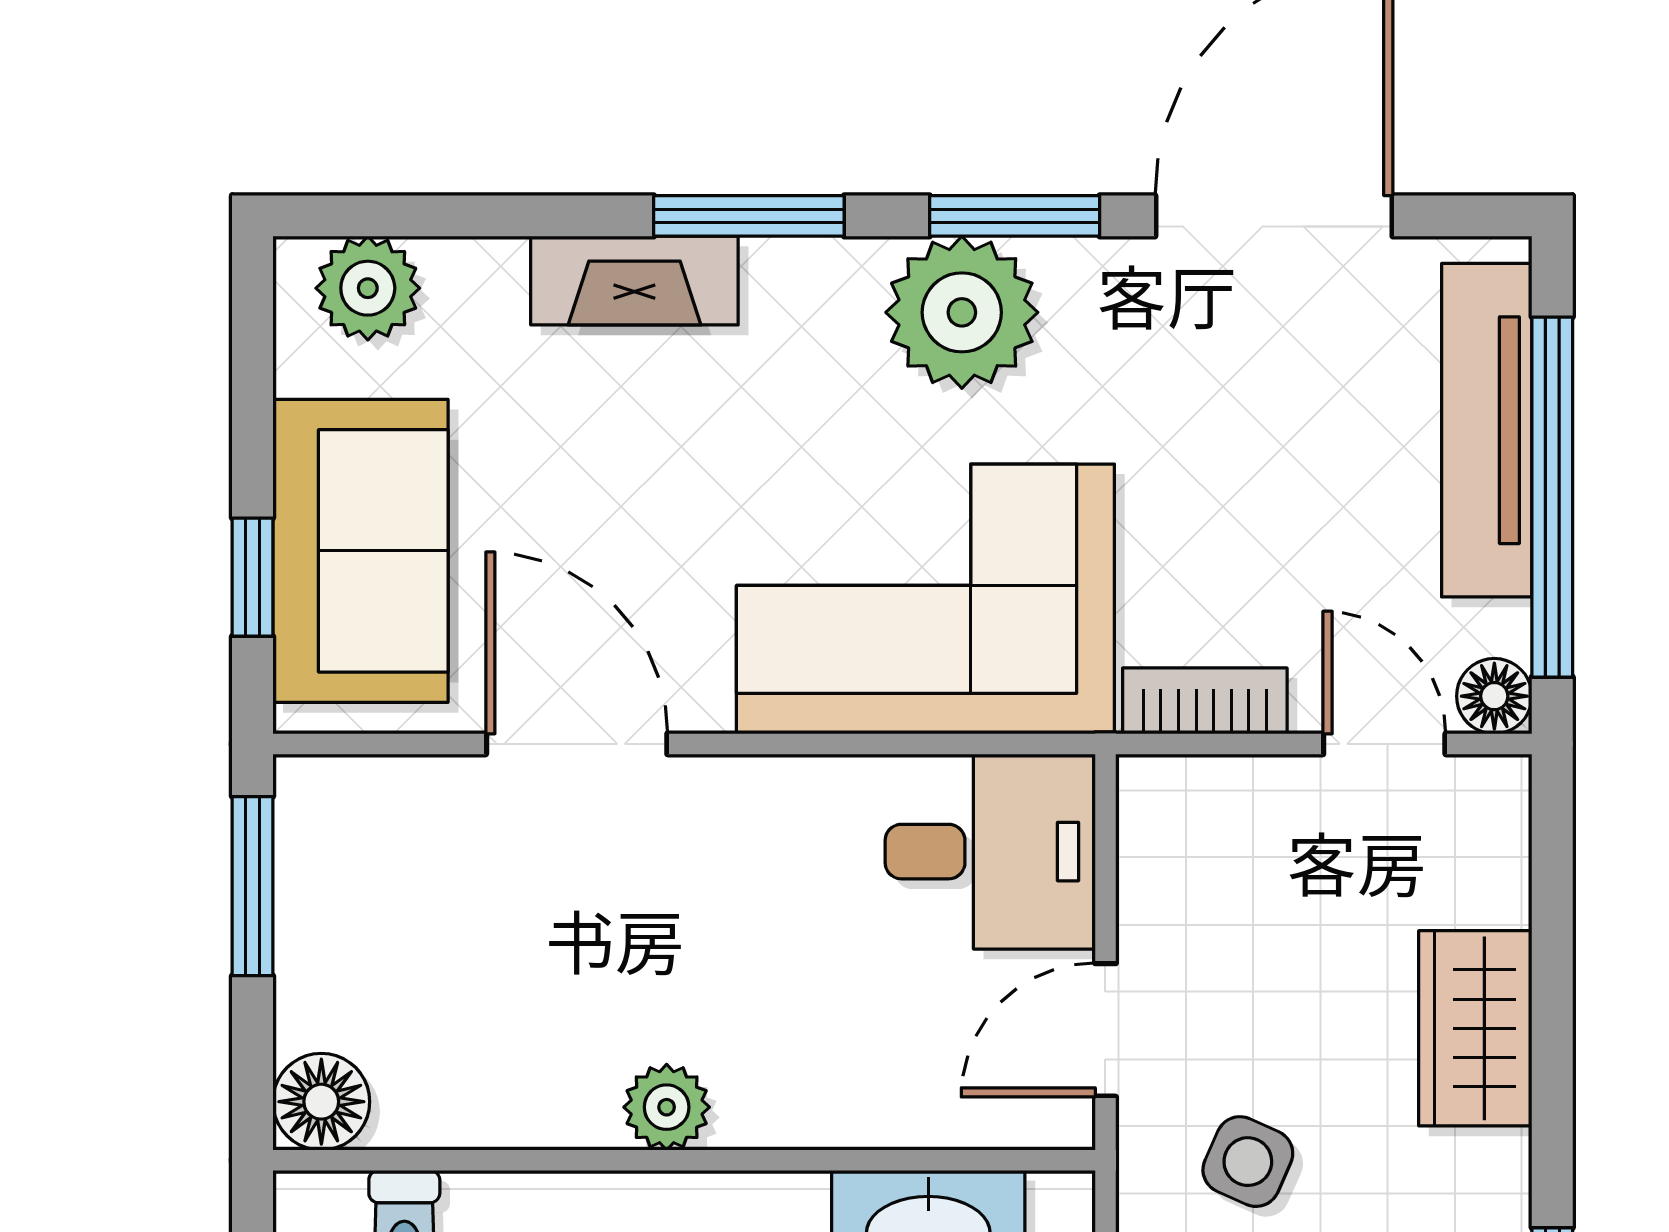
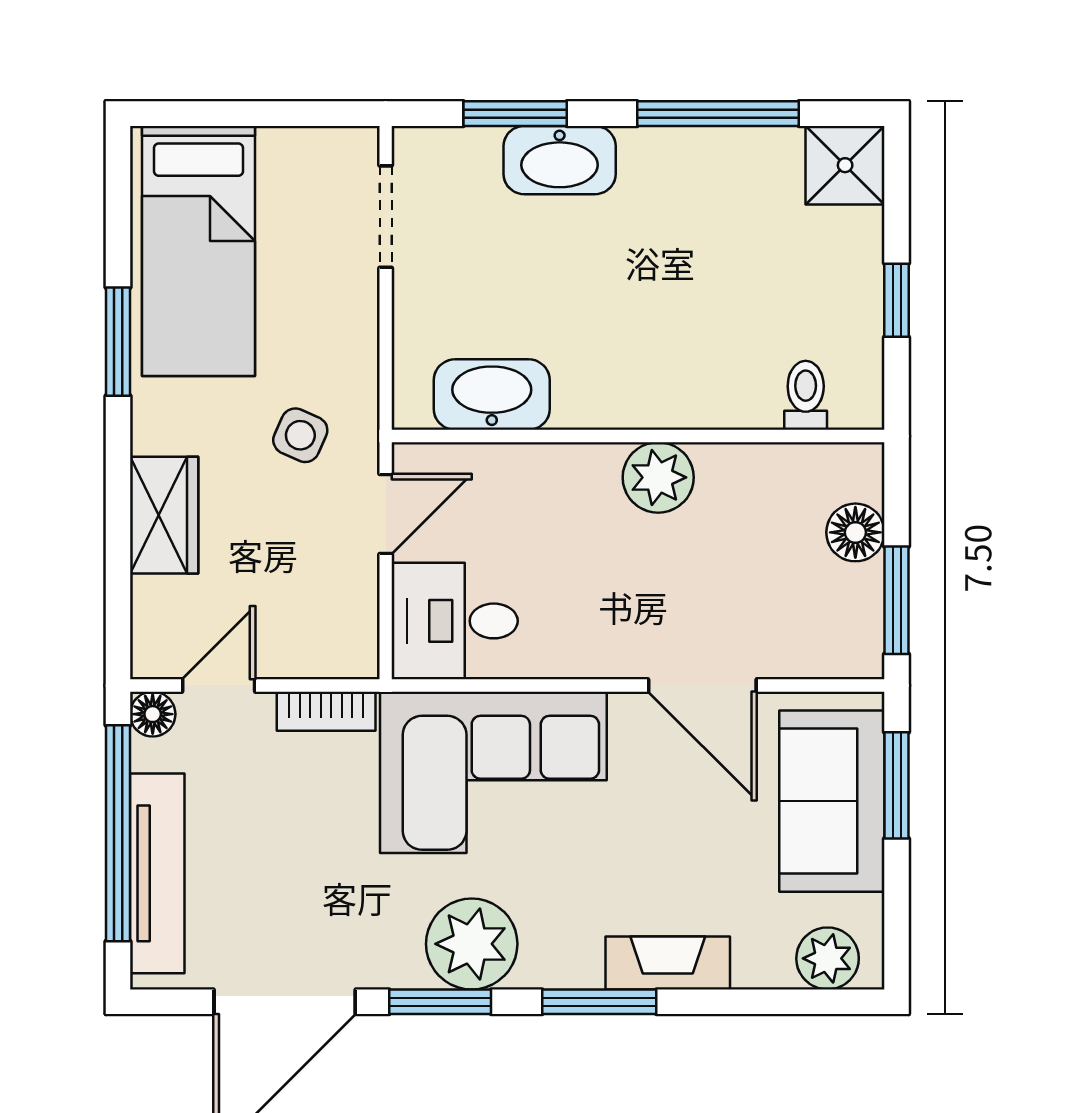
window: (253, 577) -> (897, 785), width x1.50
door: (1384, 744) -> (219, 685), swing flipped
floor lamp: (321, 1102) -> (855, 532), moved
plant: (667, 1107) -> (658, 477), width x1.38, depth x1.38

